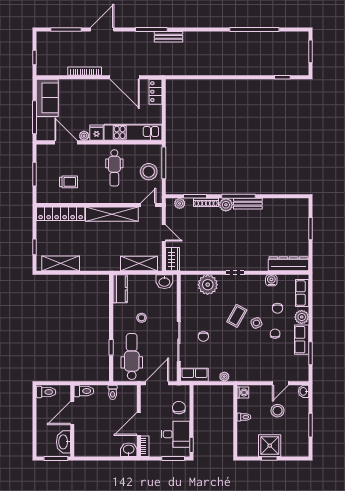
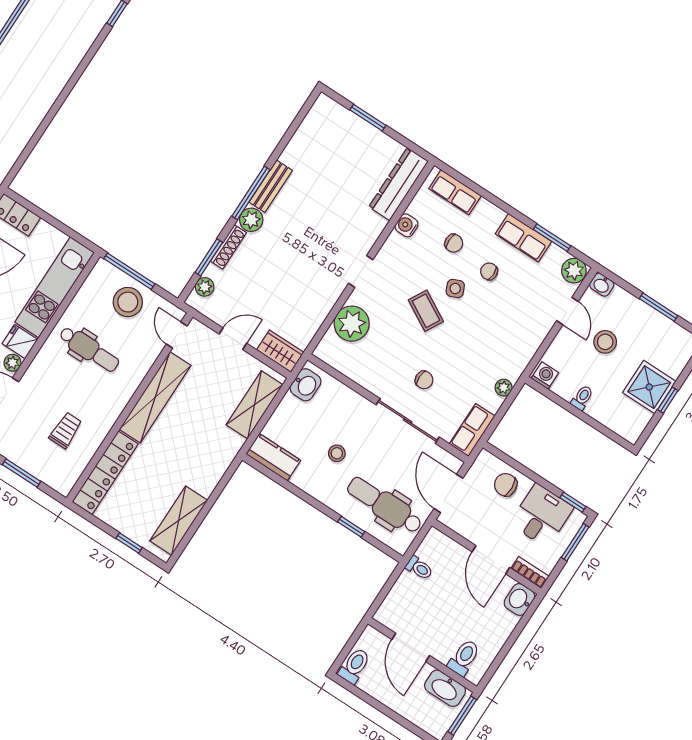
plant: (302, 317) -> (574, 271), moved
toilet: (84, 391) -> (464, 658), moved

